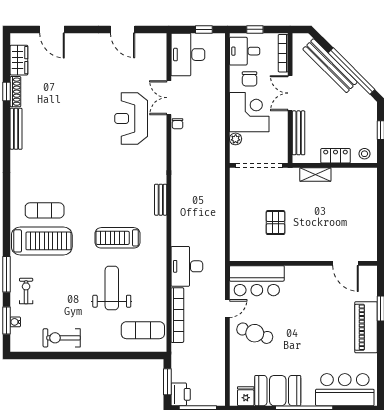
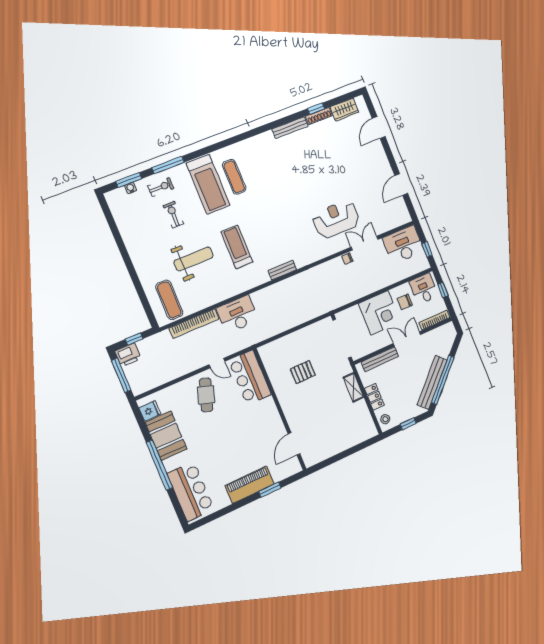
bench: (330, 66) -> (432, 382), moved
plant: (236, 139) -> (355, 311), removed
exercise bike: (62, 338) -> (173, 215), moved, width x0.73, depth x0.72
window: (167, 382) -> (134, 339), width x0.67

